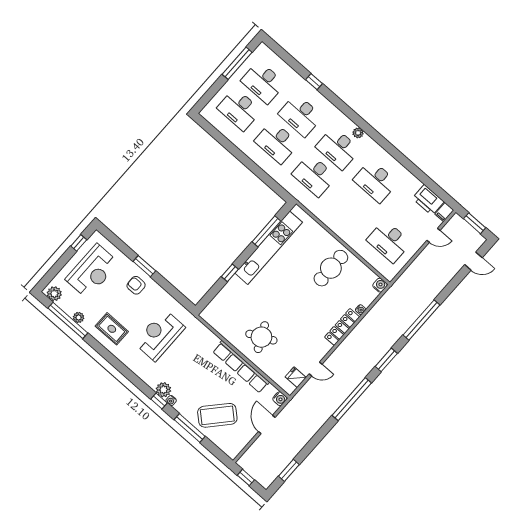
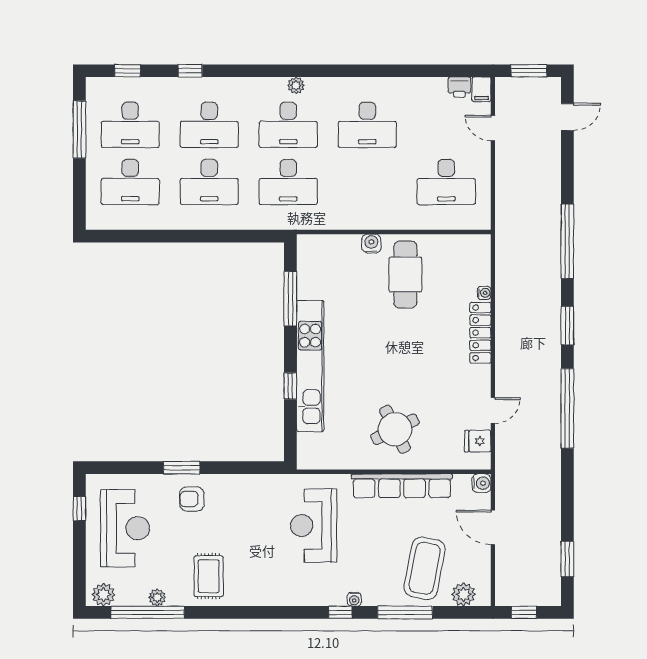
window: (284, 56) -> (127, 71), added
printer: (428, 200) -> (459, 87), width x0.53, depth x0.68
door: (434, 235) -> (493, 128), swing flipped
kitchen unit: (269, 248) -> (310, 366), moved
water cooler: (380, 285) -> (371, 243), moved
rug: (112, 329) -> (209, 576), turned 90
reception desk: (160, 335) -> (314, 526), moved
plant: (163, 390) -> (464, 594), moved
coffee table: (217, 415) -> (425, 568), turned -31

